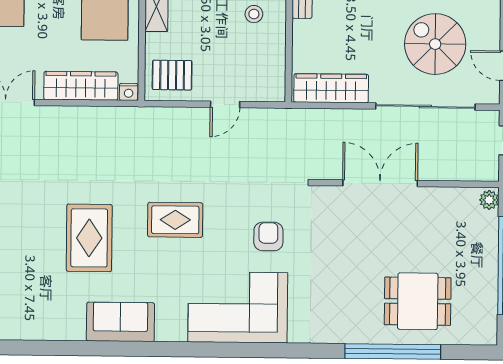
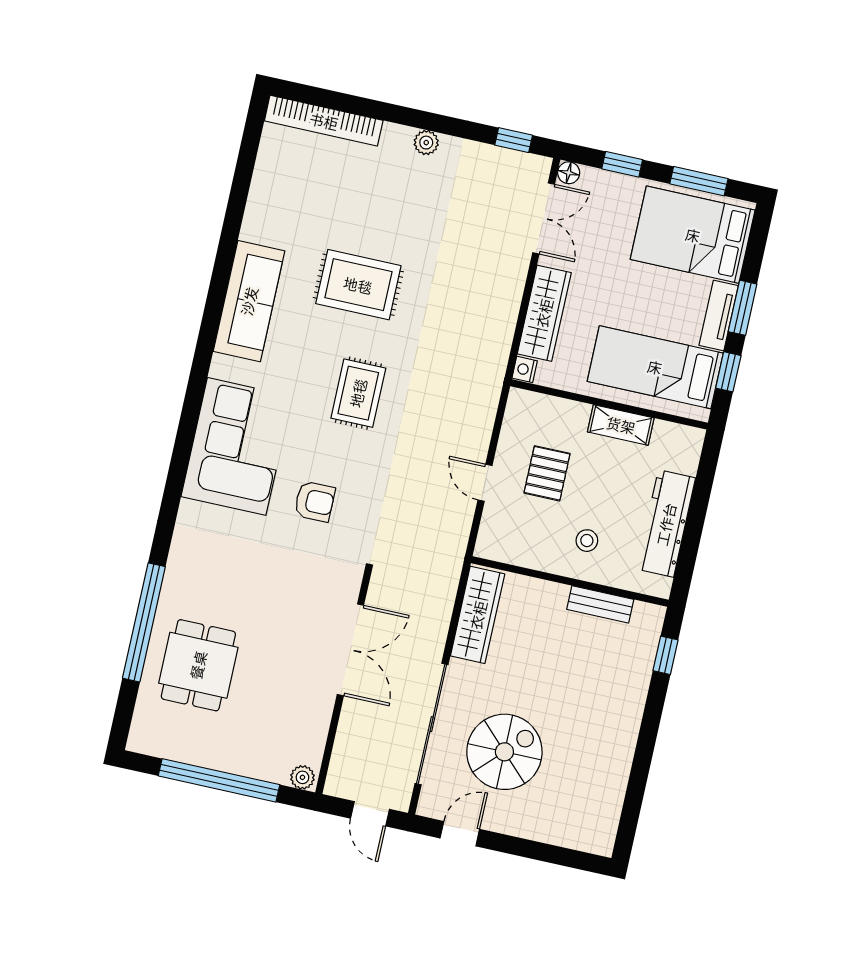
pallet: (172, 75) -> (547, 473), moved
sofa: (120, 322) -> (249, 301), width x1.36

